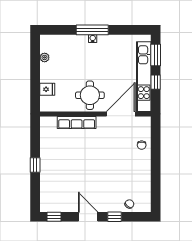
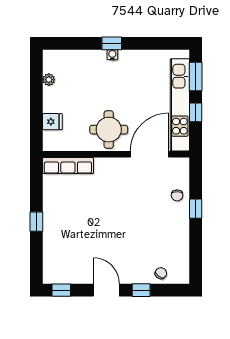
window: (92, 30) -> (112, 43), width x0.46
row of seats: (77, 122) -> (68, 166), moved
window: (156, 155) -> (196, 209), added

